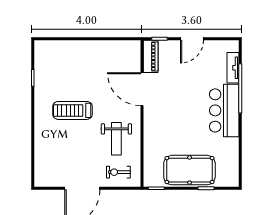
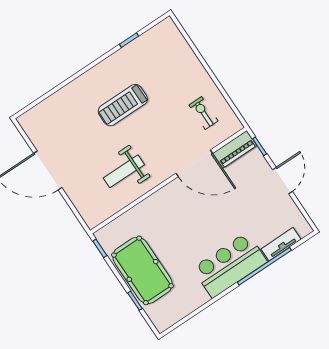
door: (192, 39) -> (282, 180), swing flipped
door: (142, 89) -> (194, 163), swing flipped
treadmill: (73, 110) -> (123, 105), turned -90
exercise bike: (118, 172) -> (203, 113), moved

